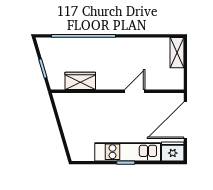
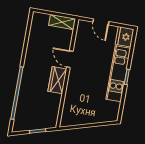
shelving: (177, 53) -> (62, 22), moved
wardrobe: (80, 81) -> (57, 80), moved
door: (185, 120) -> (101, 22), width x0.53

